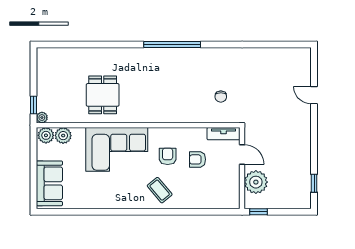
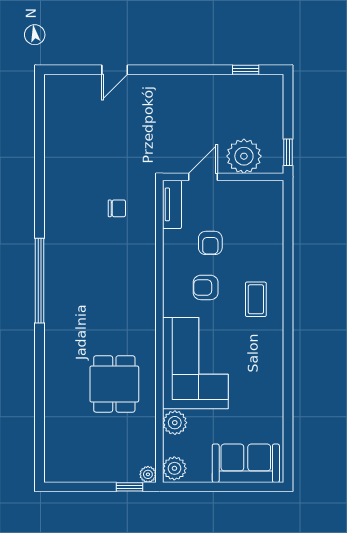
dining table: (103, 95) -> (114, 384), turned 90
plant: (63, 136) -> (175, 423), moved
coffee table: (160, 190) -> (256, 299), turned -50

